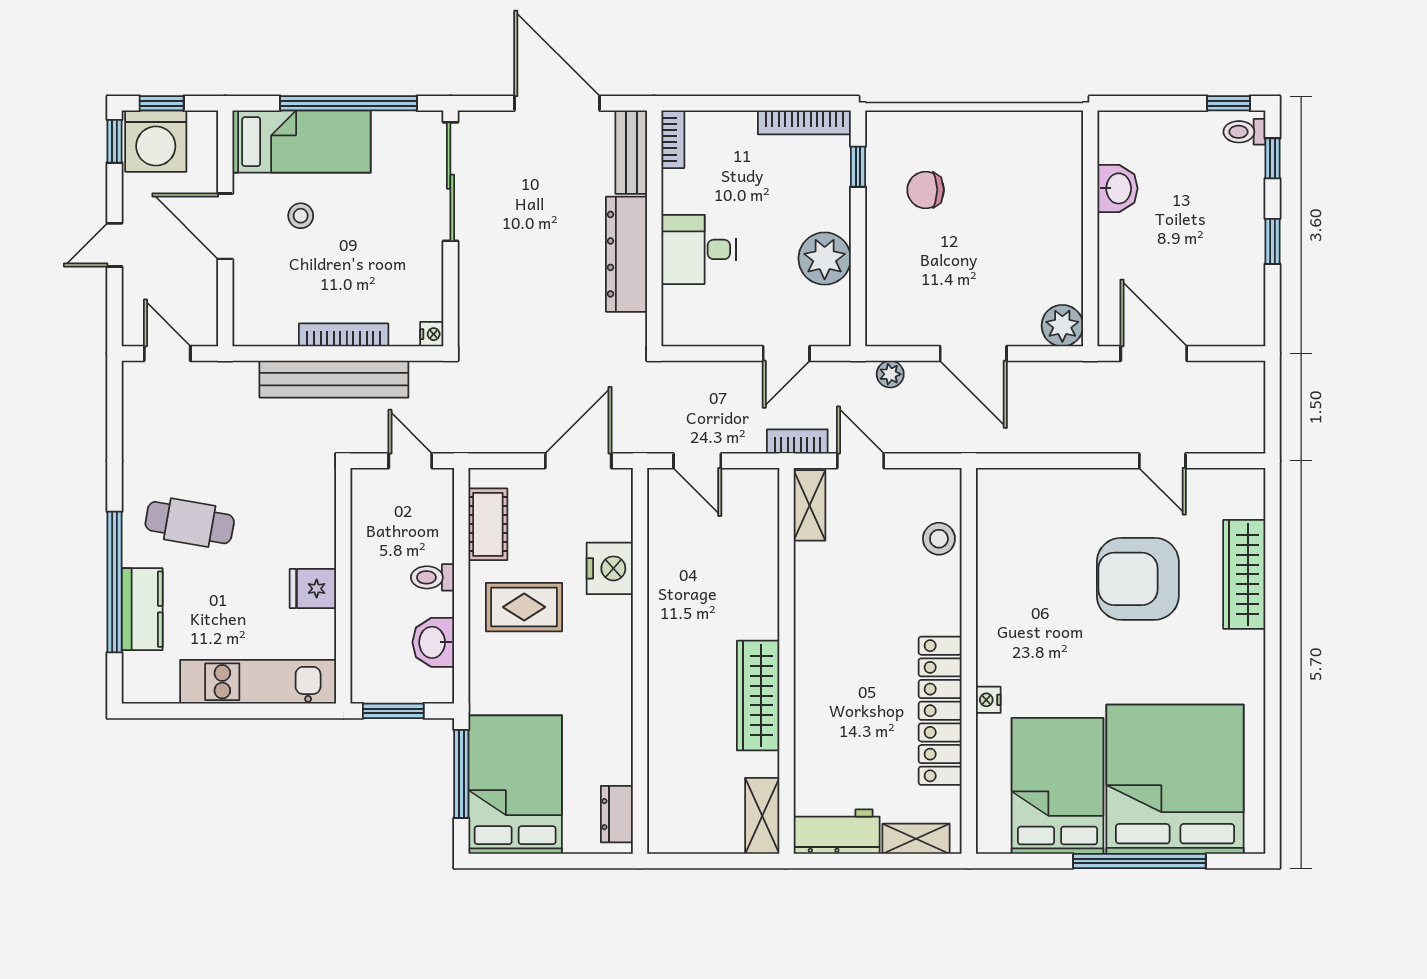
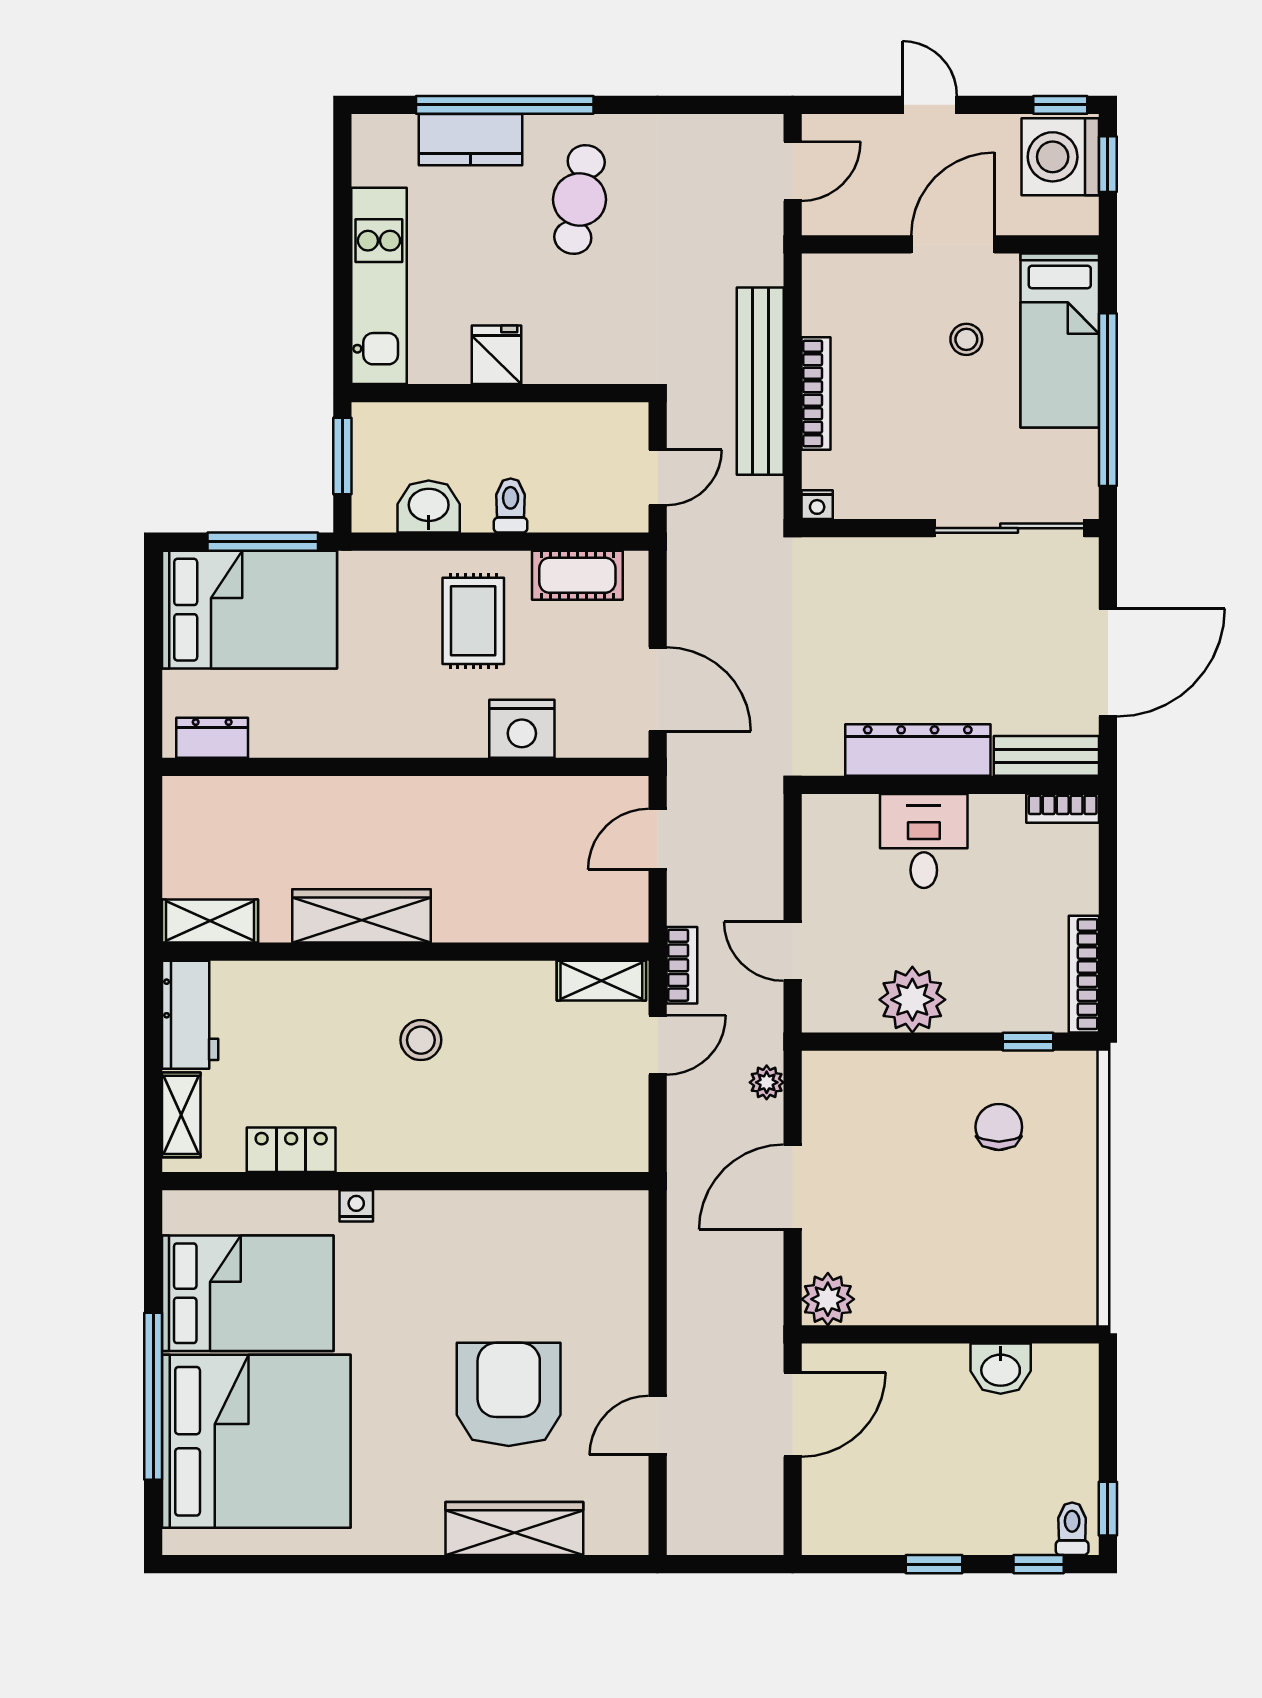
stool: (939, 539) -> (421, 1040), moved
locker: (940, 711) -> (291, 1150), width x0.46, depth x0.83

